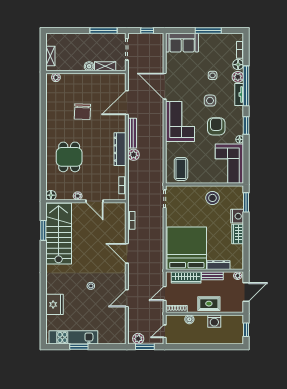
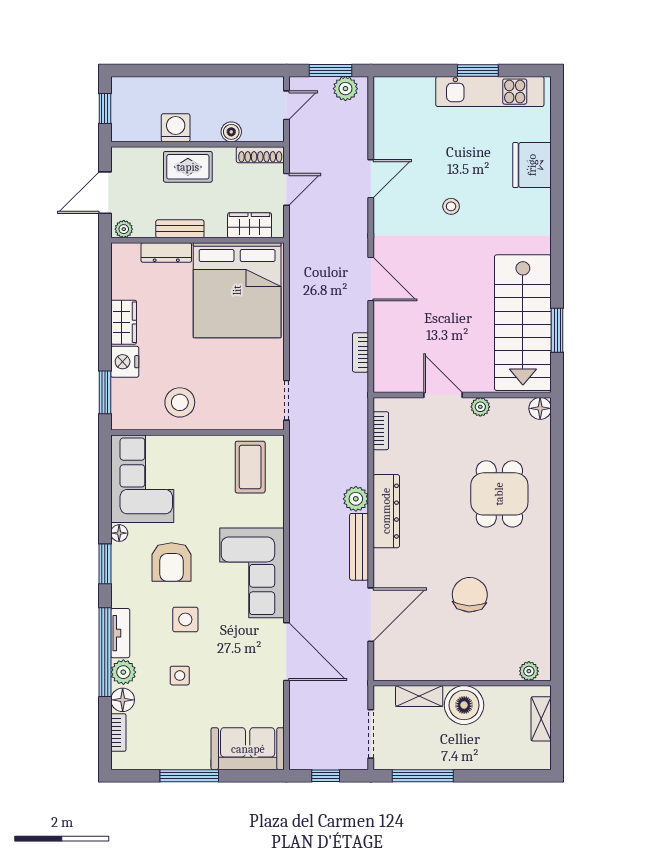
boiler: (89, 66) -> (464, 705), width x1.86, depth x1.86
wardrobe: (186, 277) -> (250, 225), width x0.67

